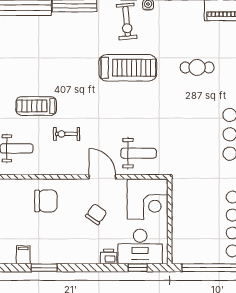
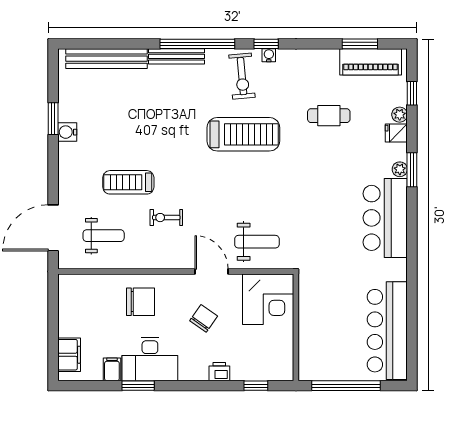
cafe table: (197, 67) -> (329, 116), moved
desk: (140, 247) -> (150, 359), moved

